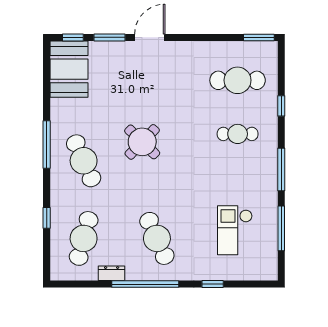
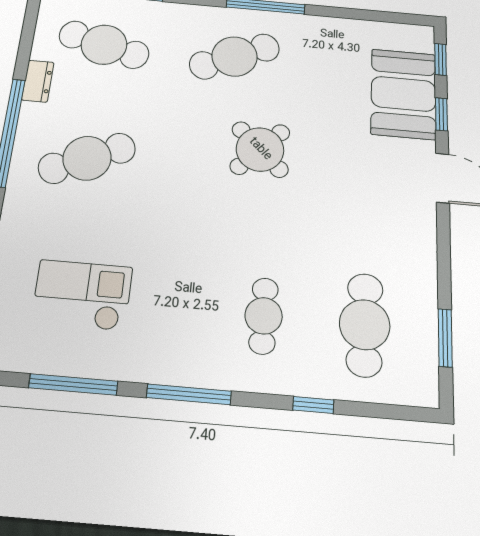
window: (110, 37) -> (441, 114), width x0.67
window: (259, 37) -> (445, 338), moved
booth: (69, 69) -> (403, 94), moved, turned 90

